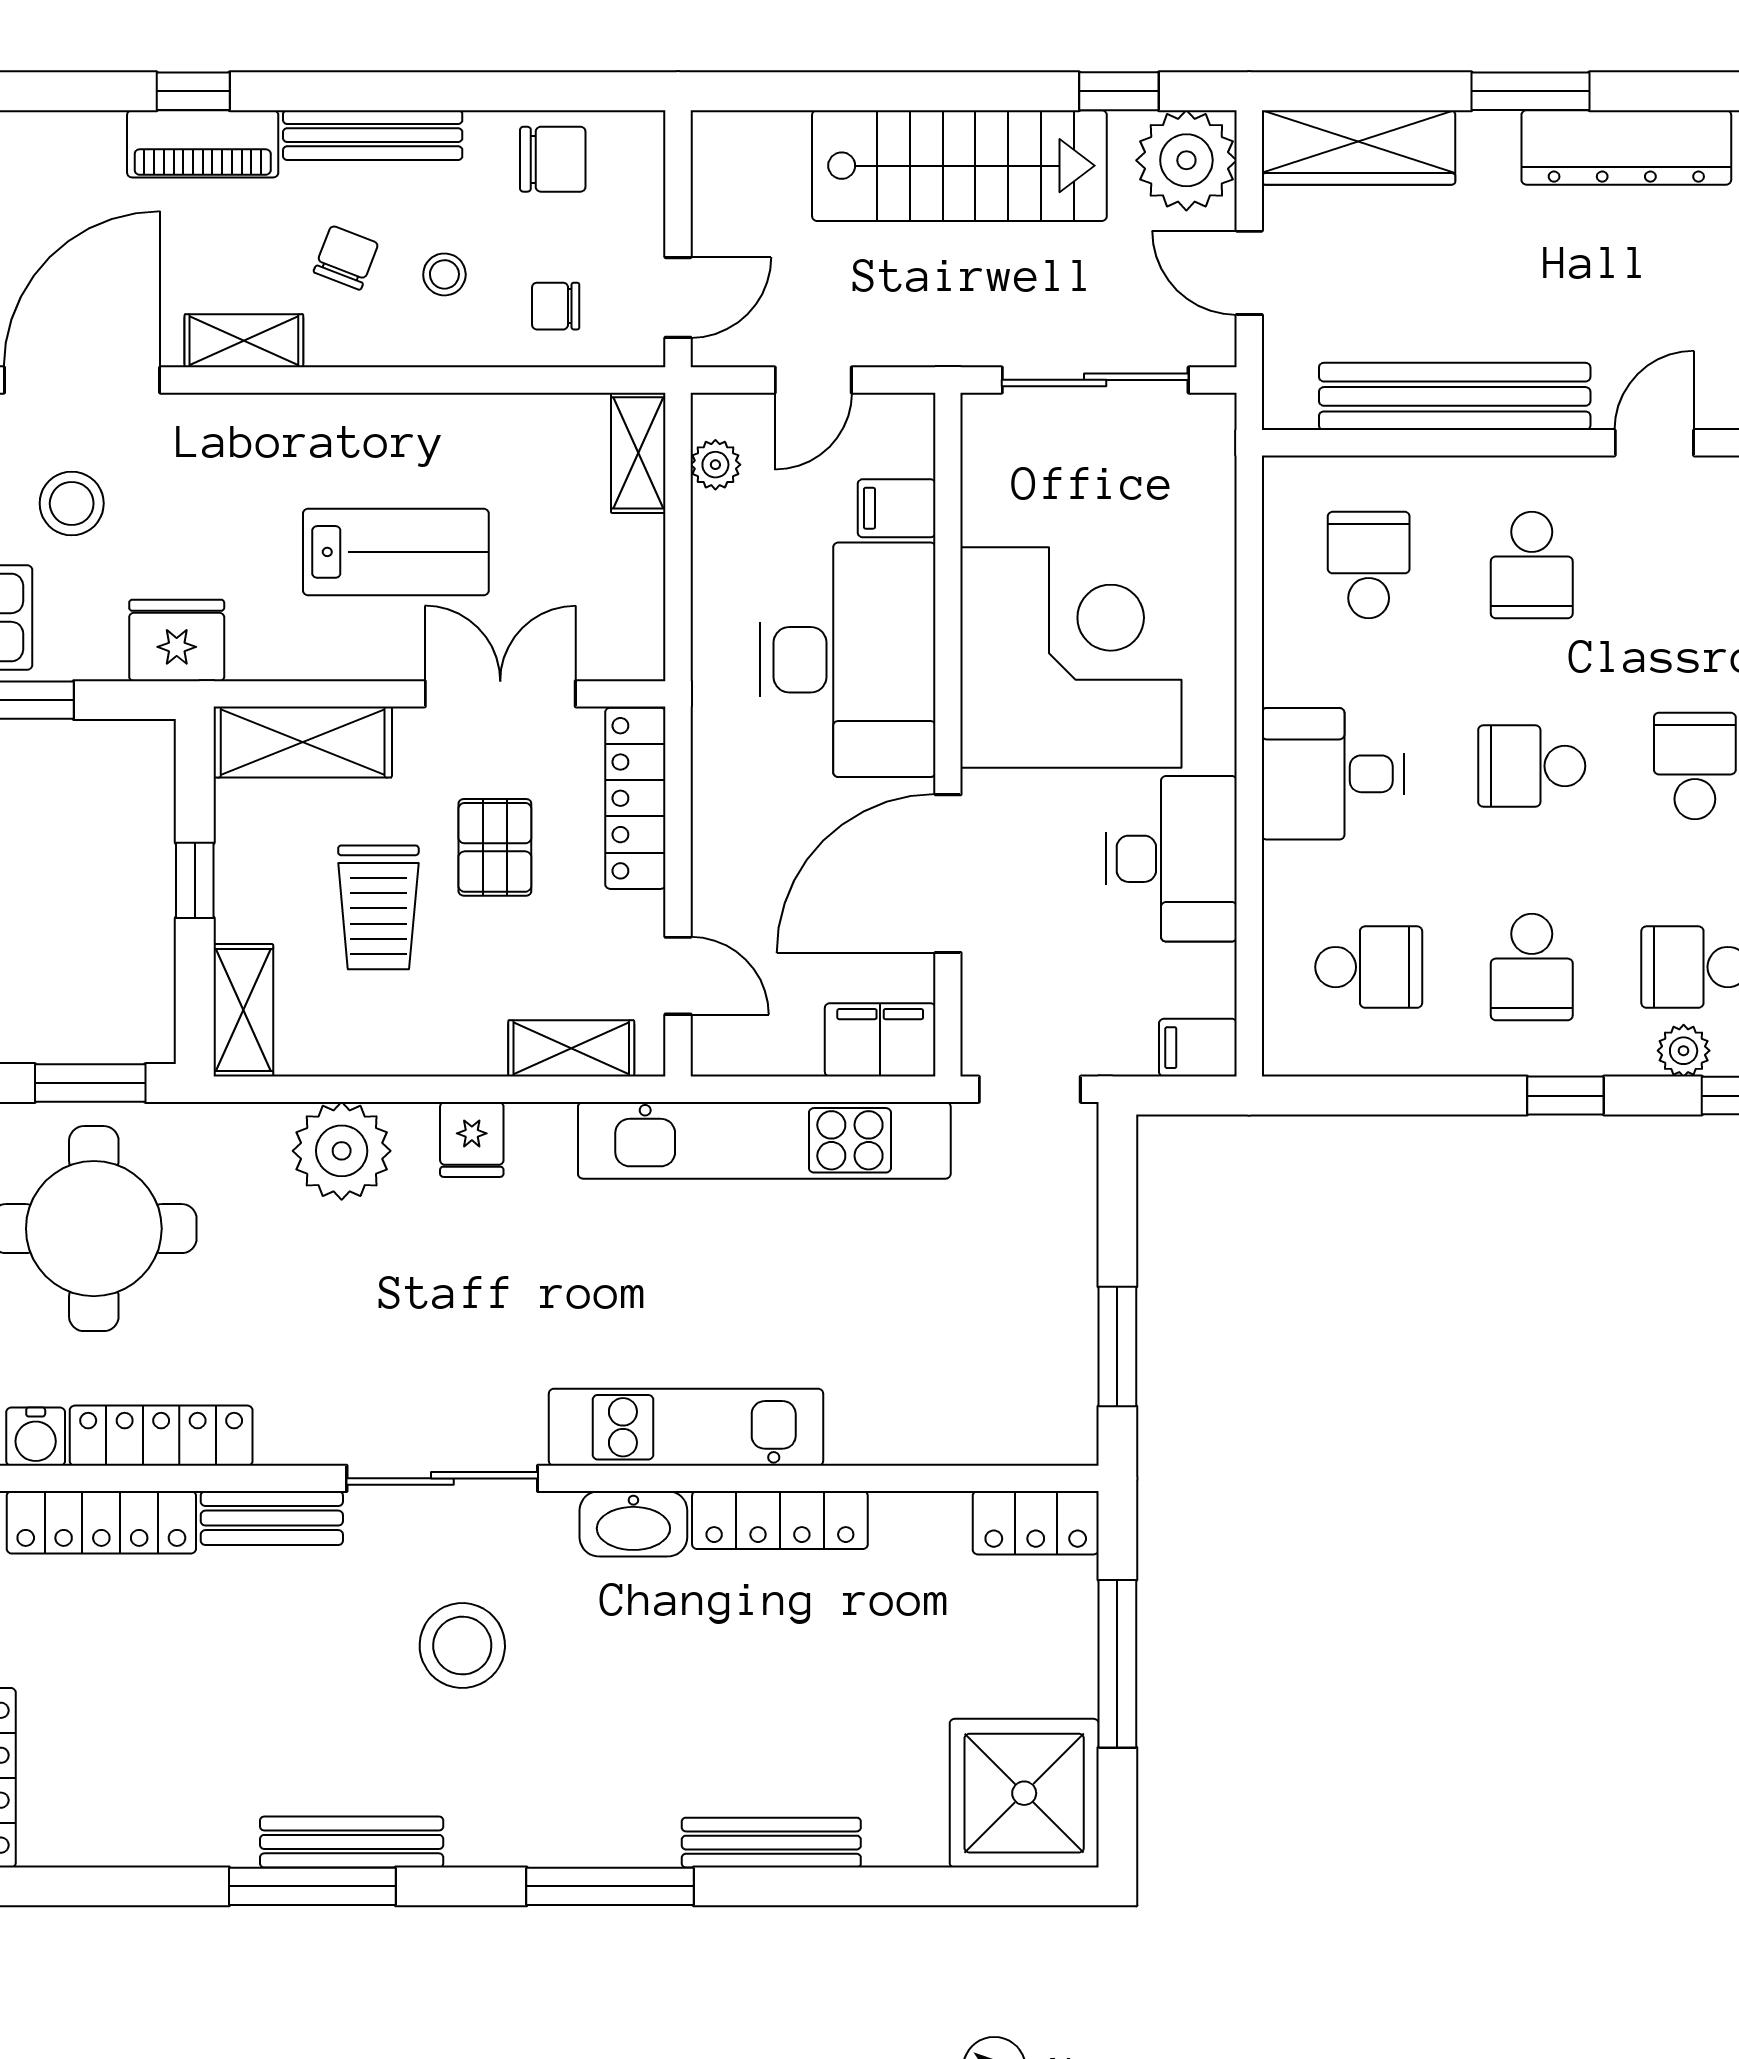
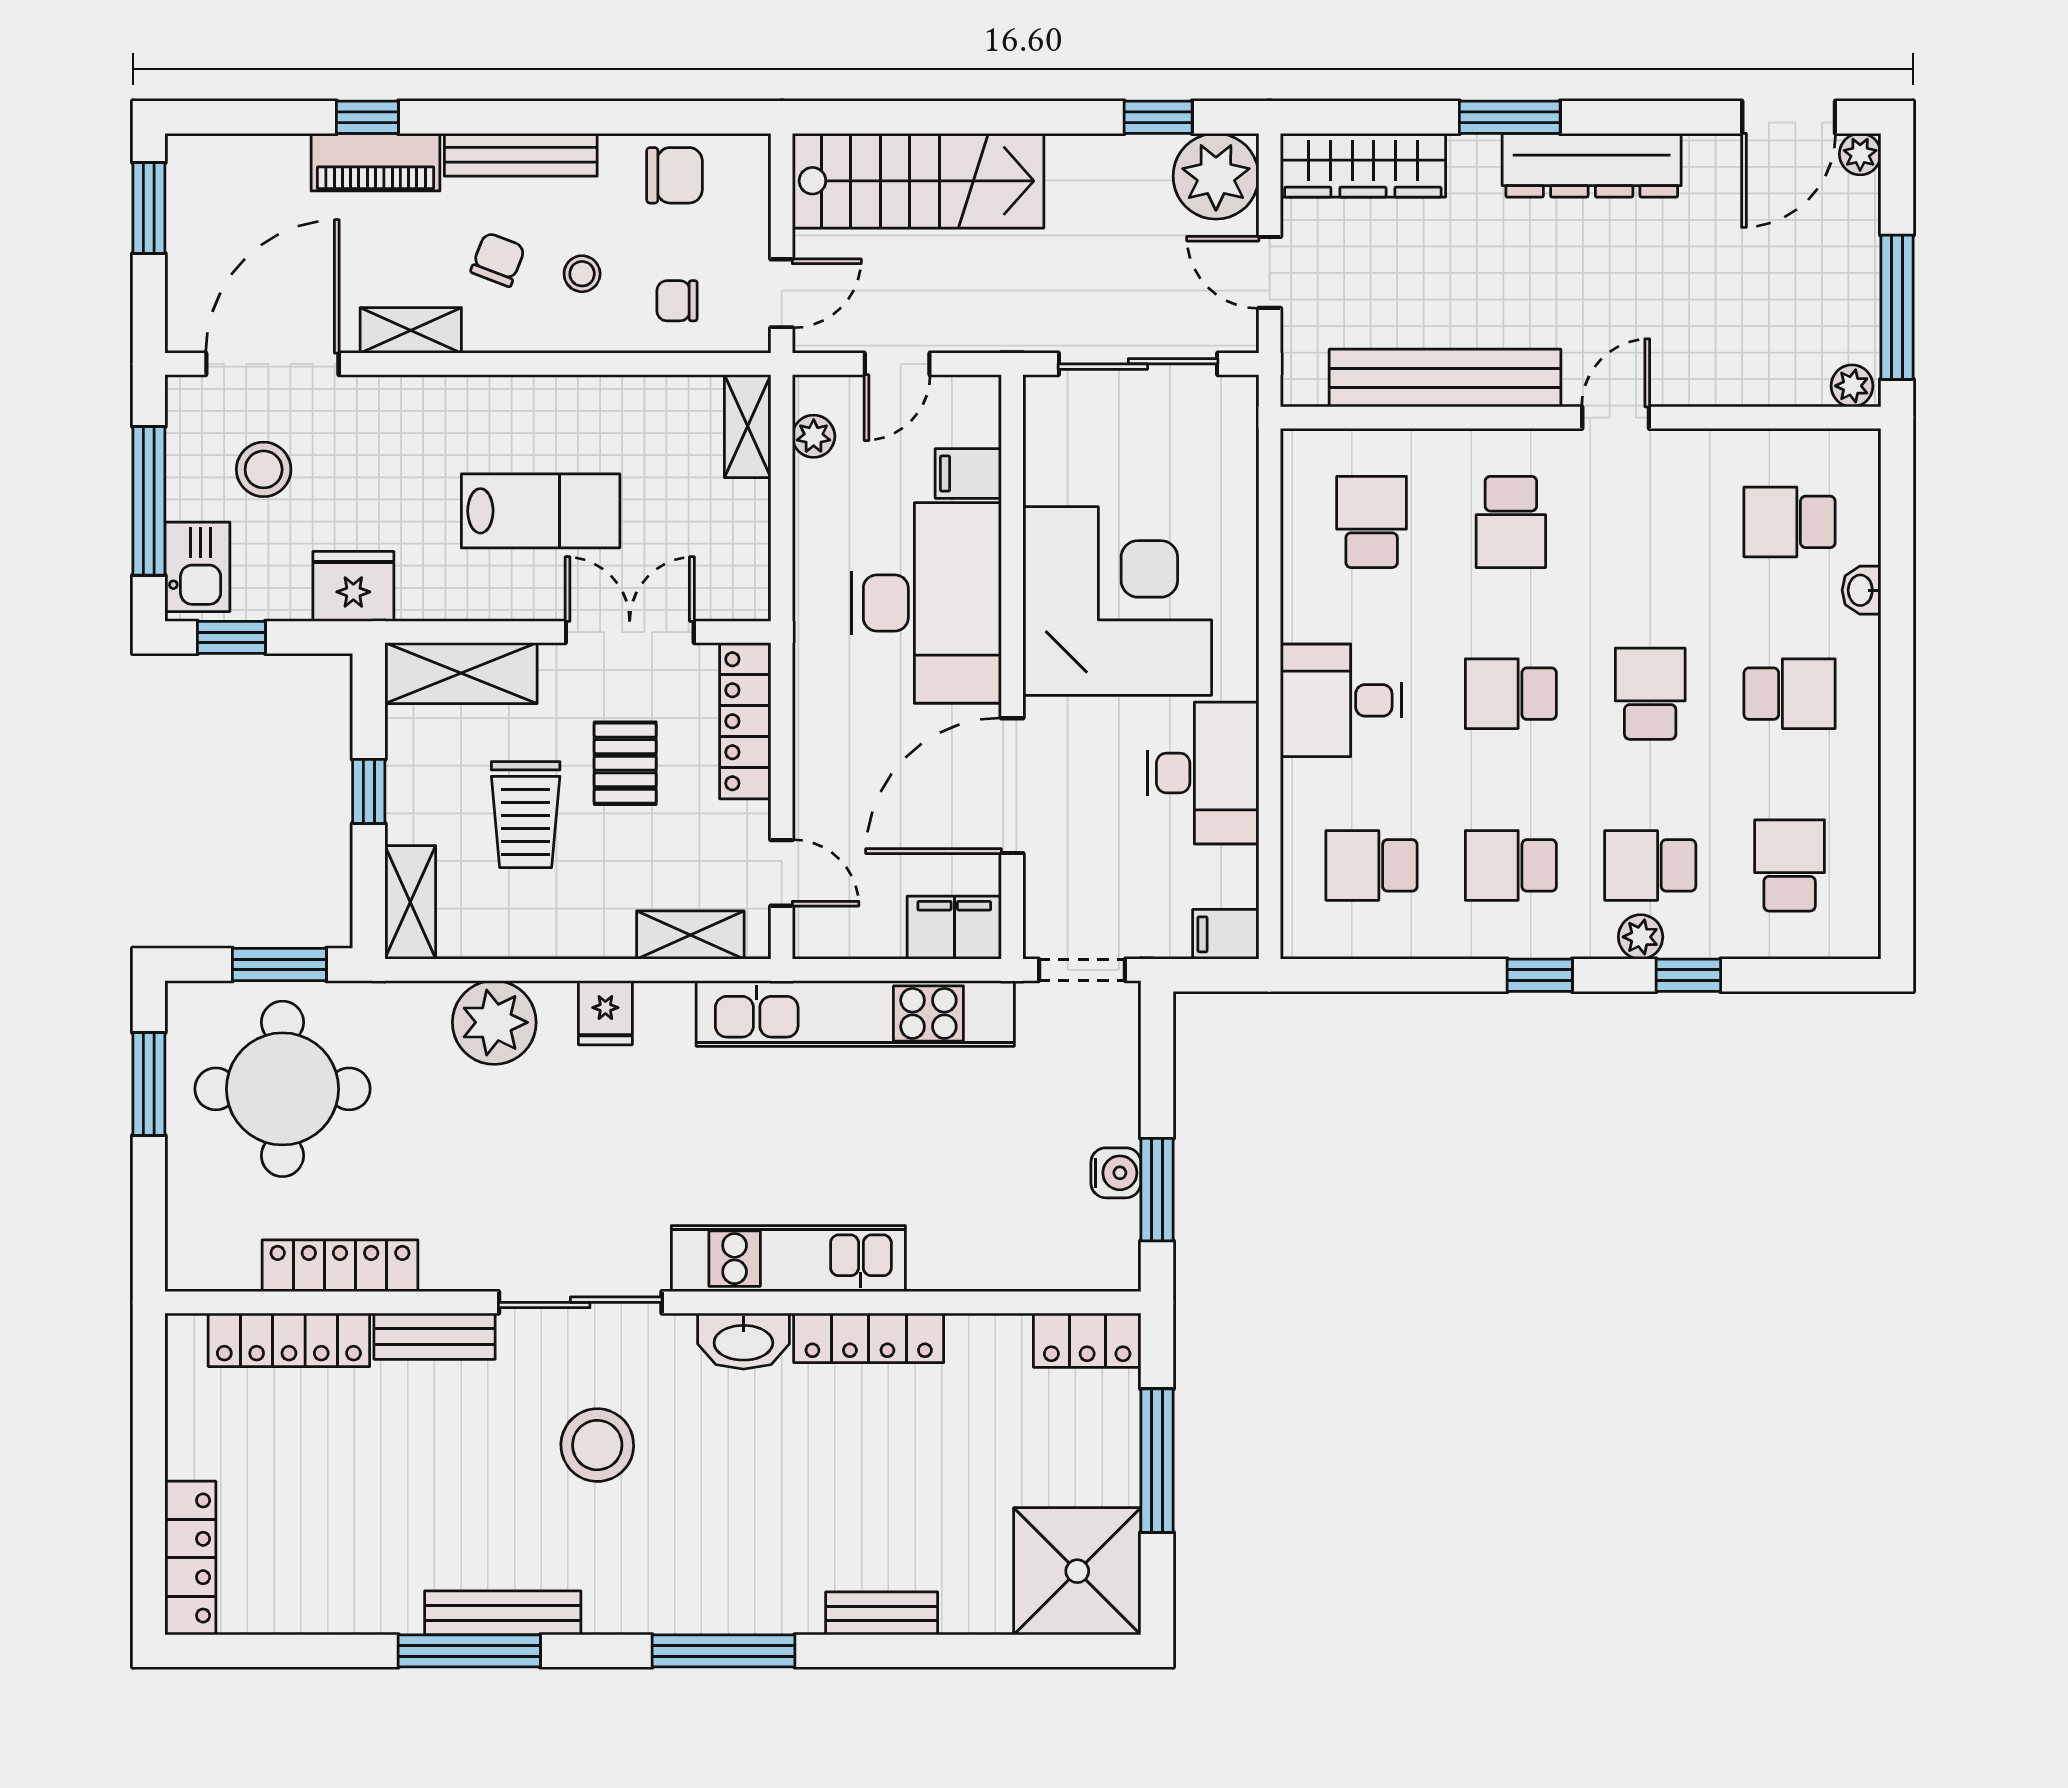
stairs: (959, 166) -> (918, 181), moved
school desk: (1369, 967) -> (1372, 865), turned 180
school desk: (1532, 967) -> (1511, 865), turned 90
water cooler: (36, 1437) -> (1116, 1173), moved, turned -90
bench: (771, 1843) -> (882, 1613), width x0.73

